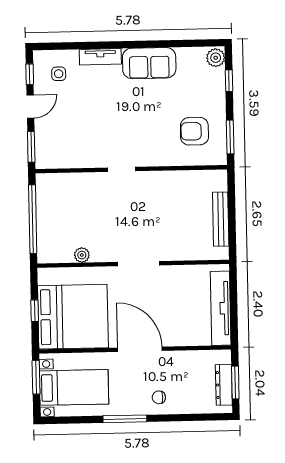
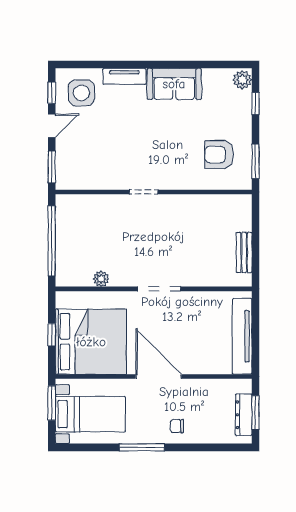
side table: (59, 74) -> (81, 93), width x1.87, depth x1.87
bench: (221, 219) -> (244, 252), width x0.73

